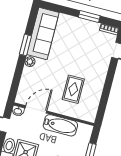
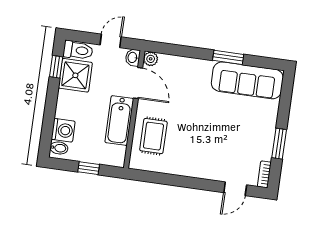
plant: (30, 62) -> (151, 59), moved
rug: (73, 89) -> (153, 136), moved, turned 90

